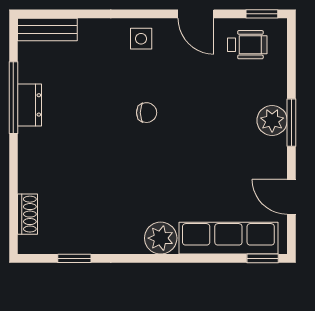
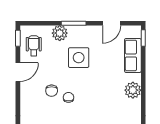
side table: (141, 39) -> (79, 58), moved, width x1.87, depth x1.87
chair: (160, 80) -> (52, 91), added
plant: (272, 121) -> (60, 33), moved
row of seats: (228, 238) -> (133, 55), width x0.68

